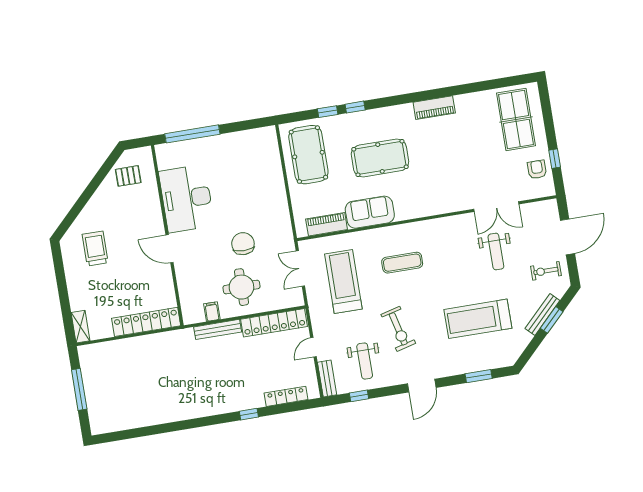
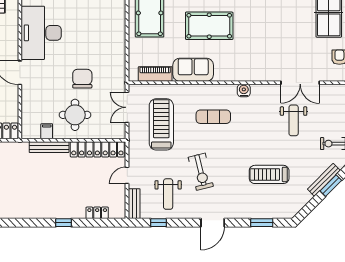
water cooler: (432, 226) -> (244, 90), added
treadmill: (478, 319) -> (269, 174), width x0.73, depth x0.73
locker: (286, 396) -> (97, 213), width x0.66

